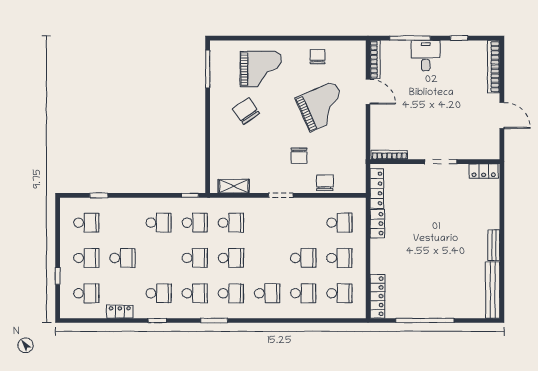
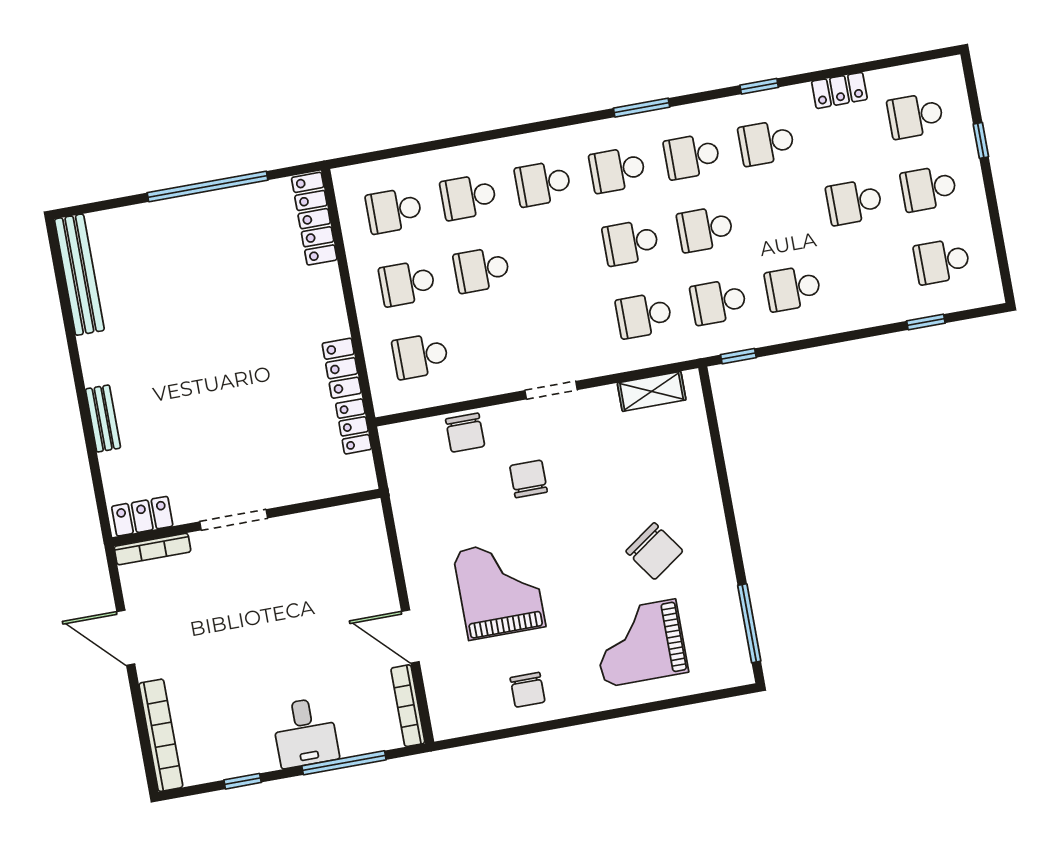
grand piano: (322, 106) -> (499, 589), turned 114
bookcase: (389, 155) -> (152, 549), moved
locker: (377, 188) -> (354, 426), width x0.66
bench: (494, 245) -> (103, 419), moved

